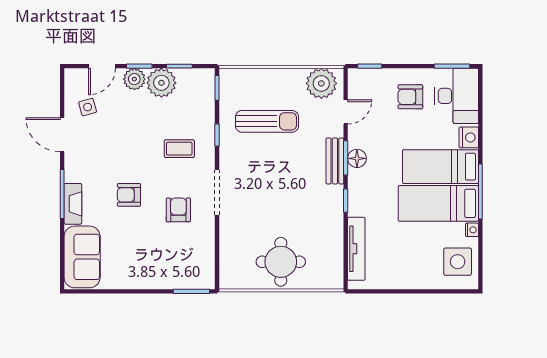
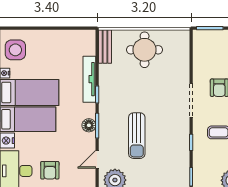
armchair: (410, 97) -> (50, 170), turned 90
sun lounger: (267, 121) -> (137, 136), moved, turned -90
bench: (335, 161) -> (105, 46), moved
tv unit: (356, 249) -> (89, 79), moved

